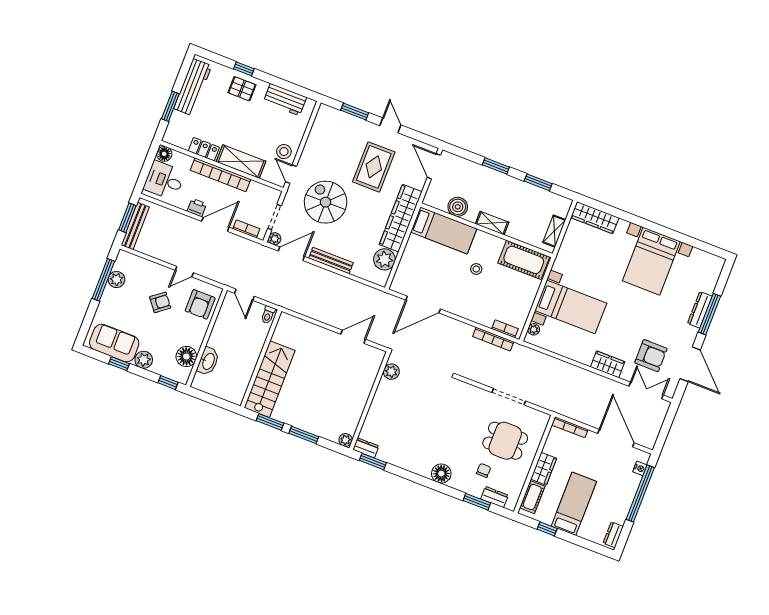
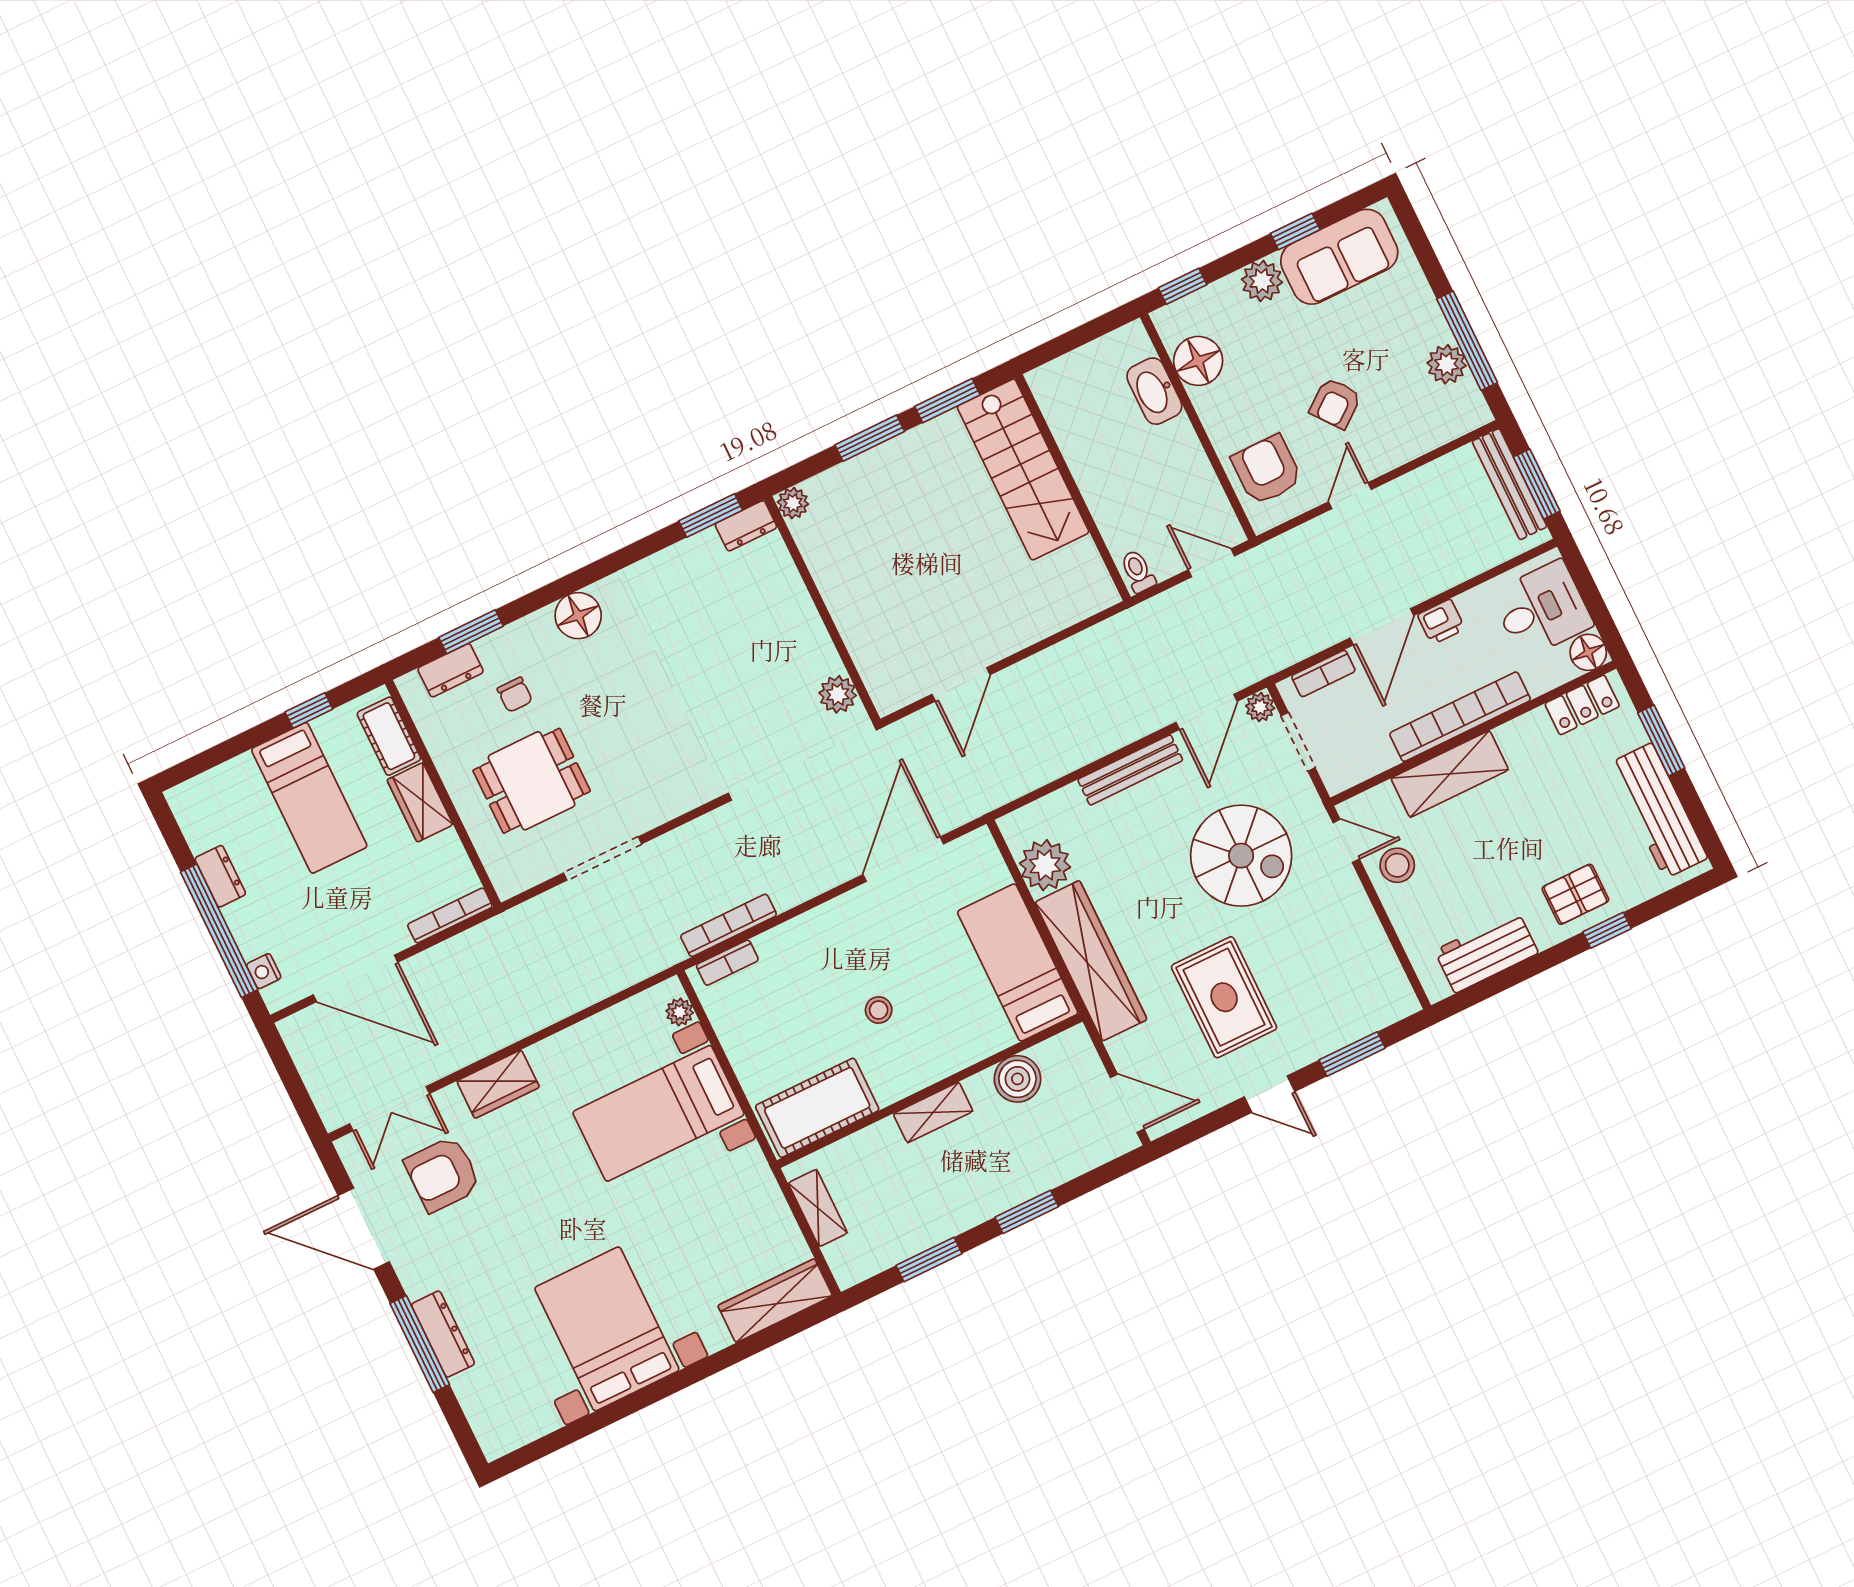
locker: (204, 149) -> (1582, 705), moved
bed: (444, 230) -> (1018, 962), moved, turned 90
dresser: (613, 535) -> (220, 876), moved

